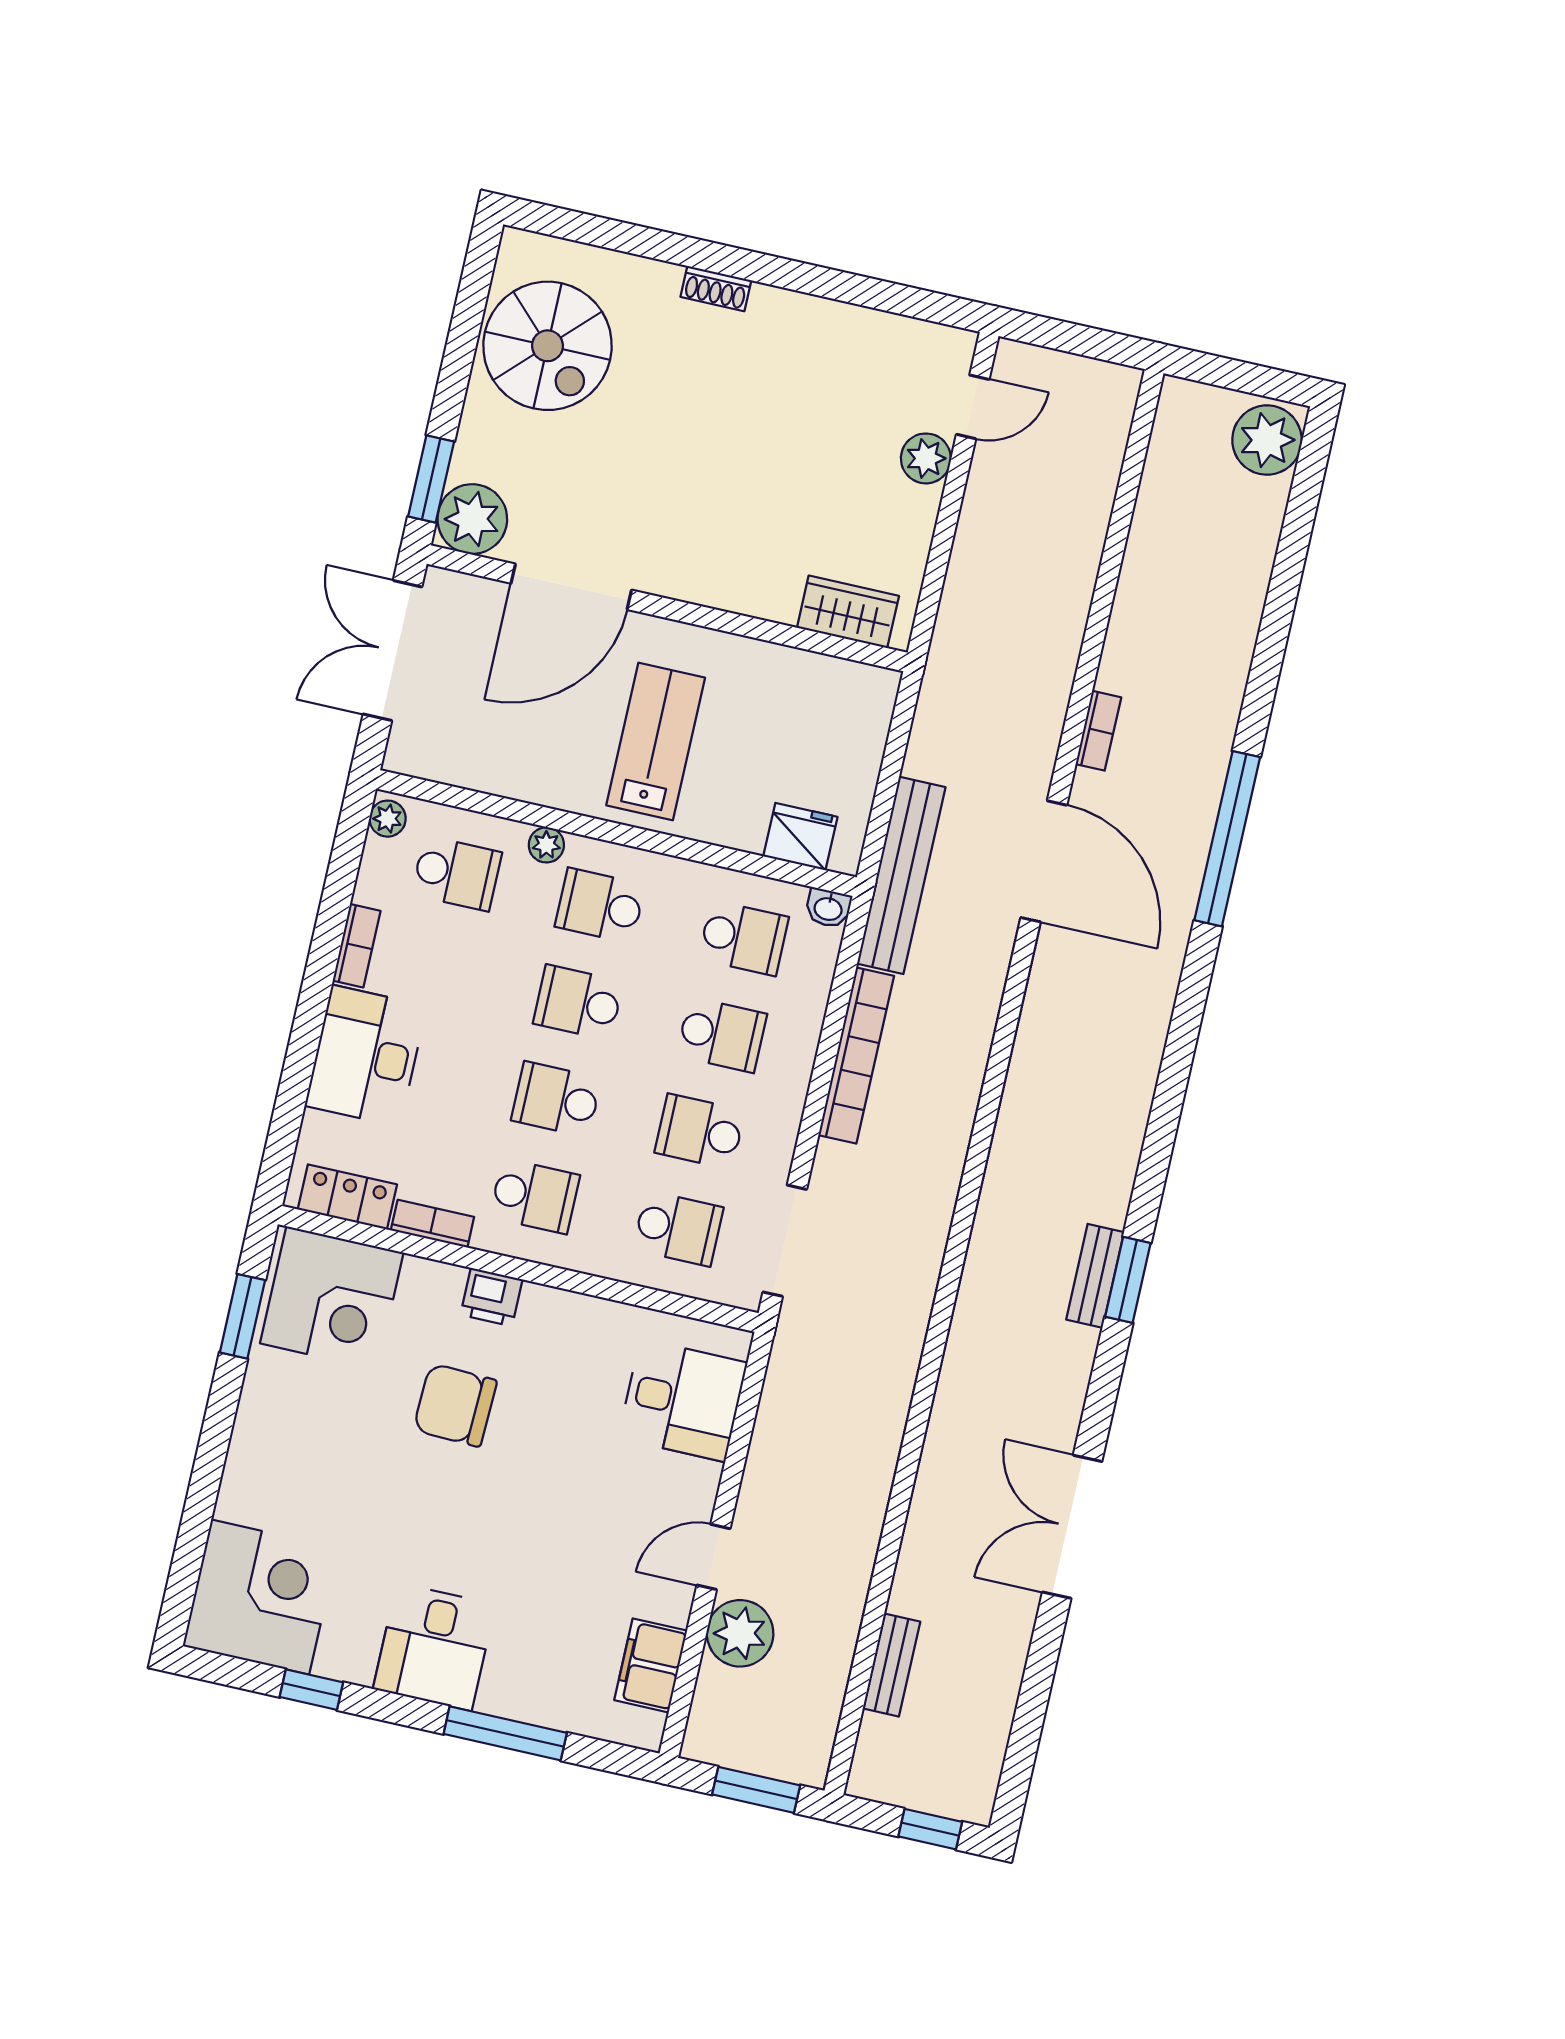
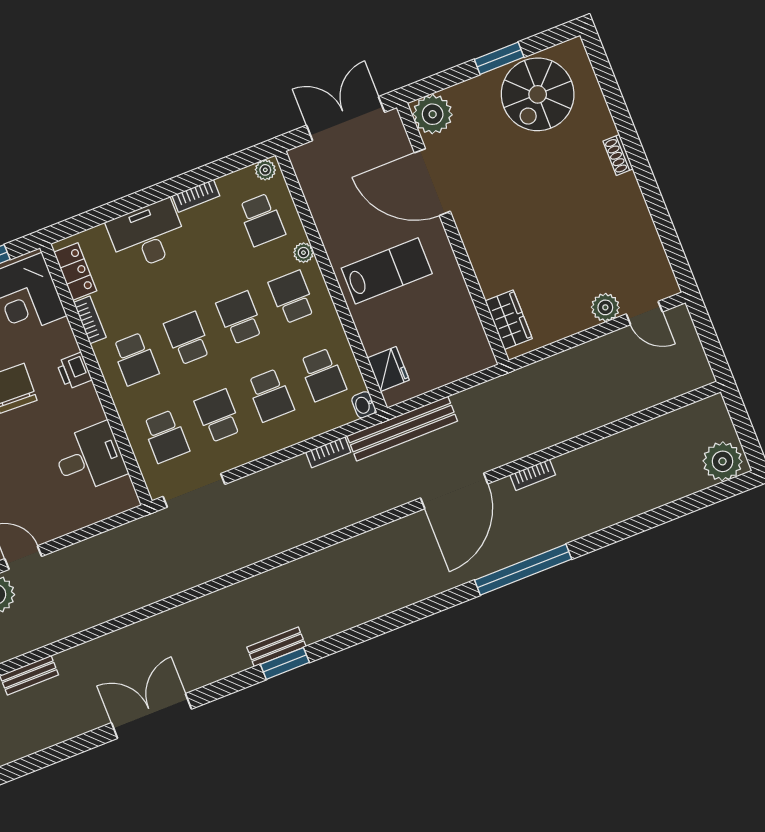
window: (431, 479) -> (499, 58), moved
bookcase: (856, 1056) -> (328, 452), width x0.43, depth x0.76
desk: (683, 1400) -> (90, 458), moved, turned -90

